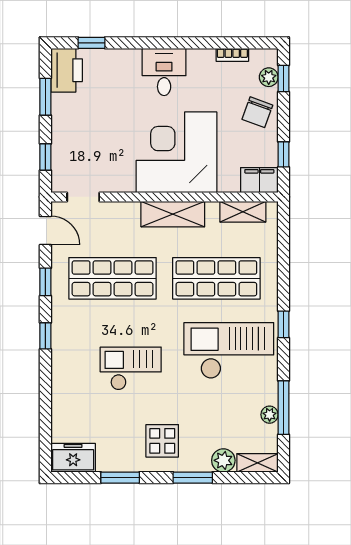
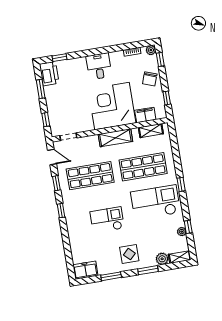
plant: (269, 77) -> (151, 50), moved
filing cabinet: (259, 180) -> (145, 115), moved
window: (284, 408) -> (188, 227), width x0.46

